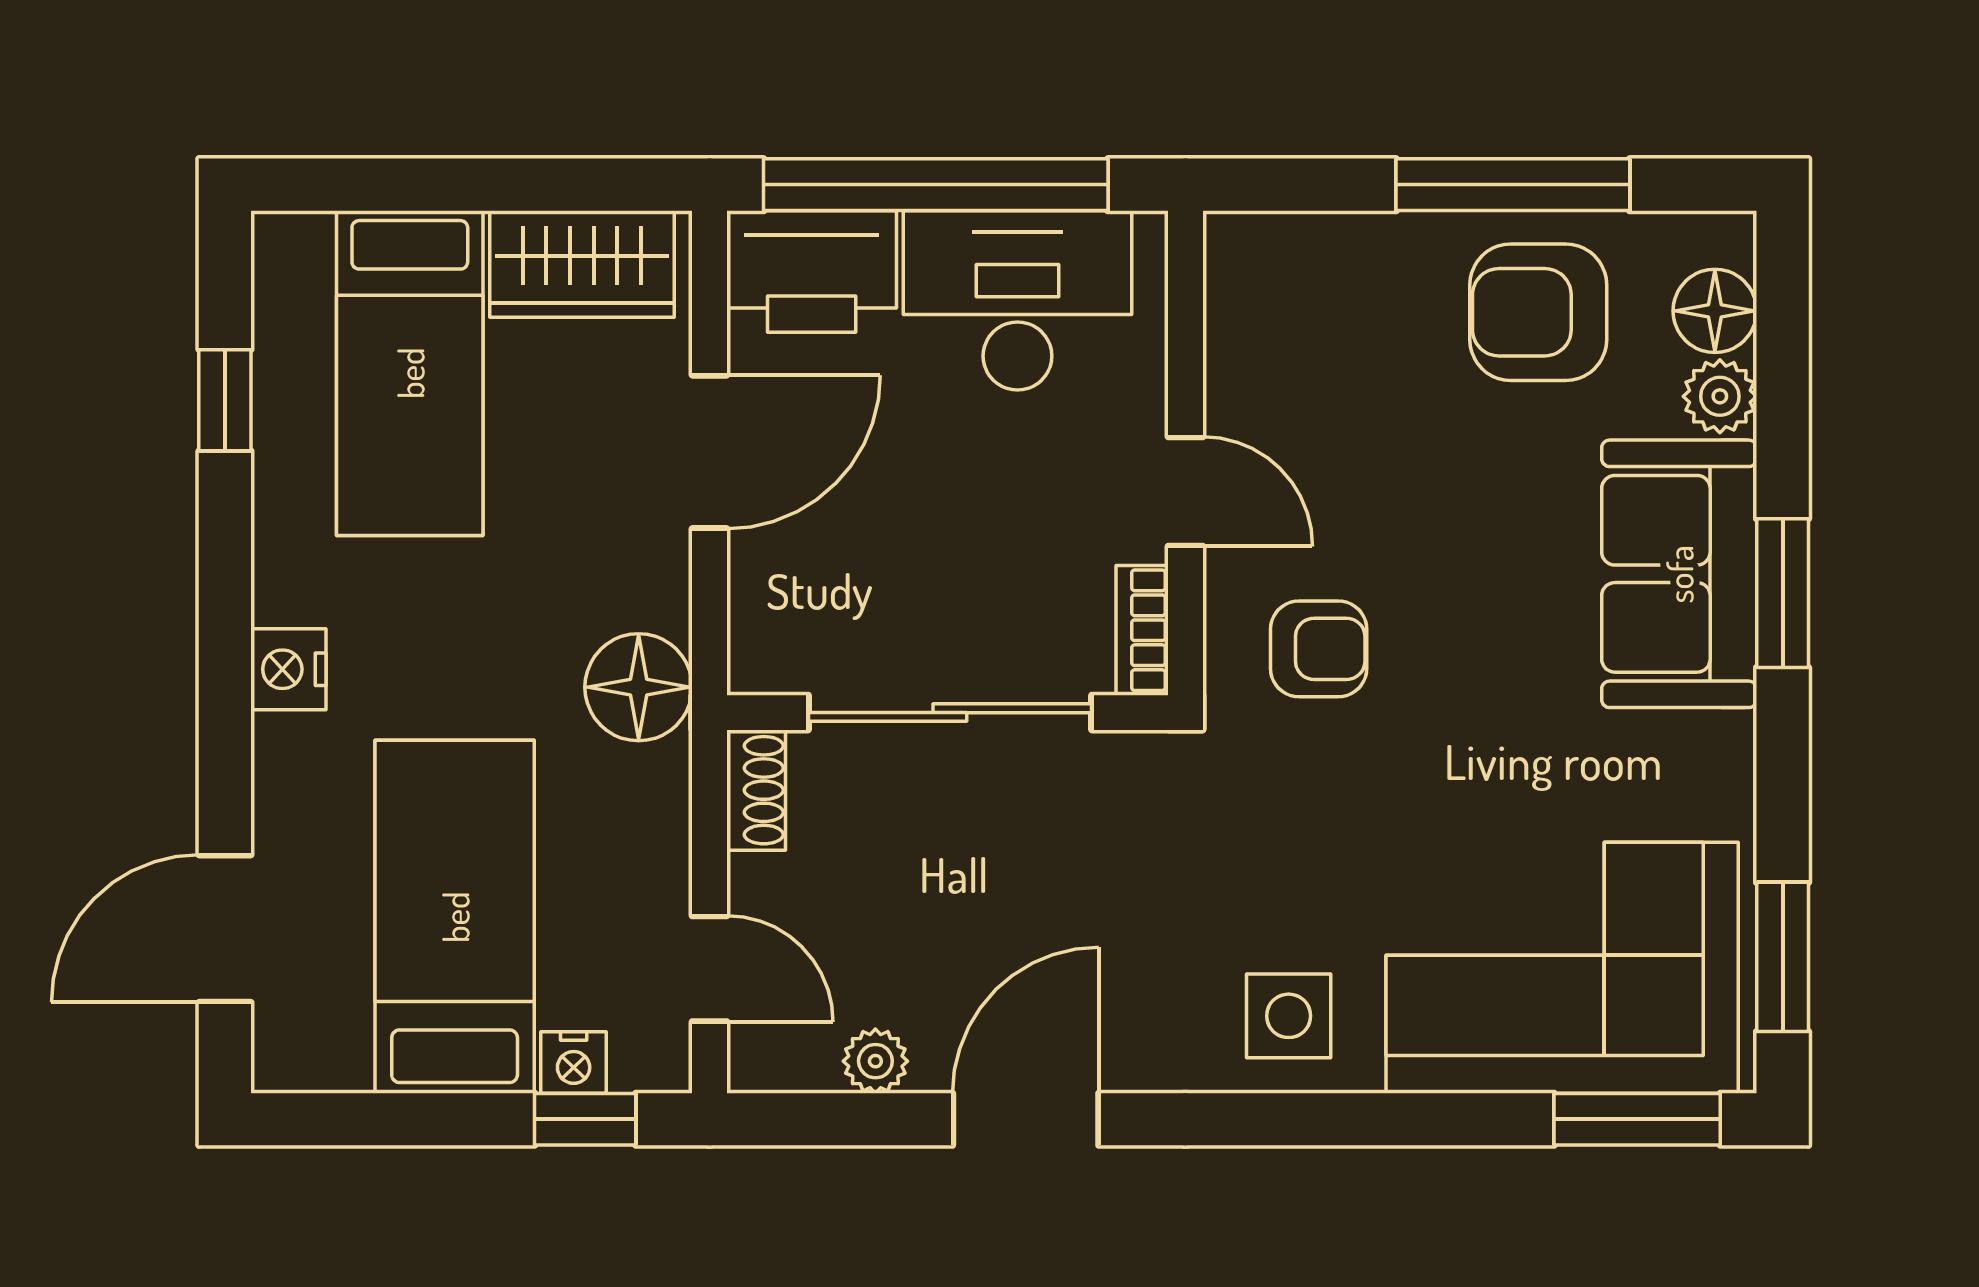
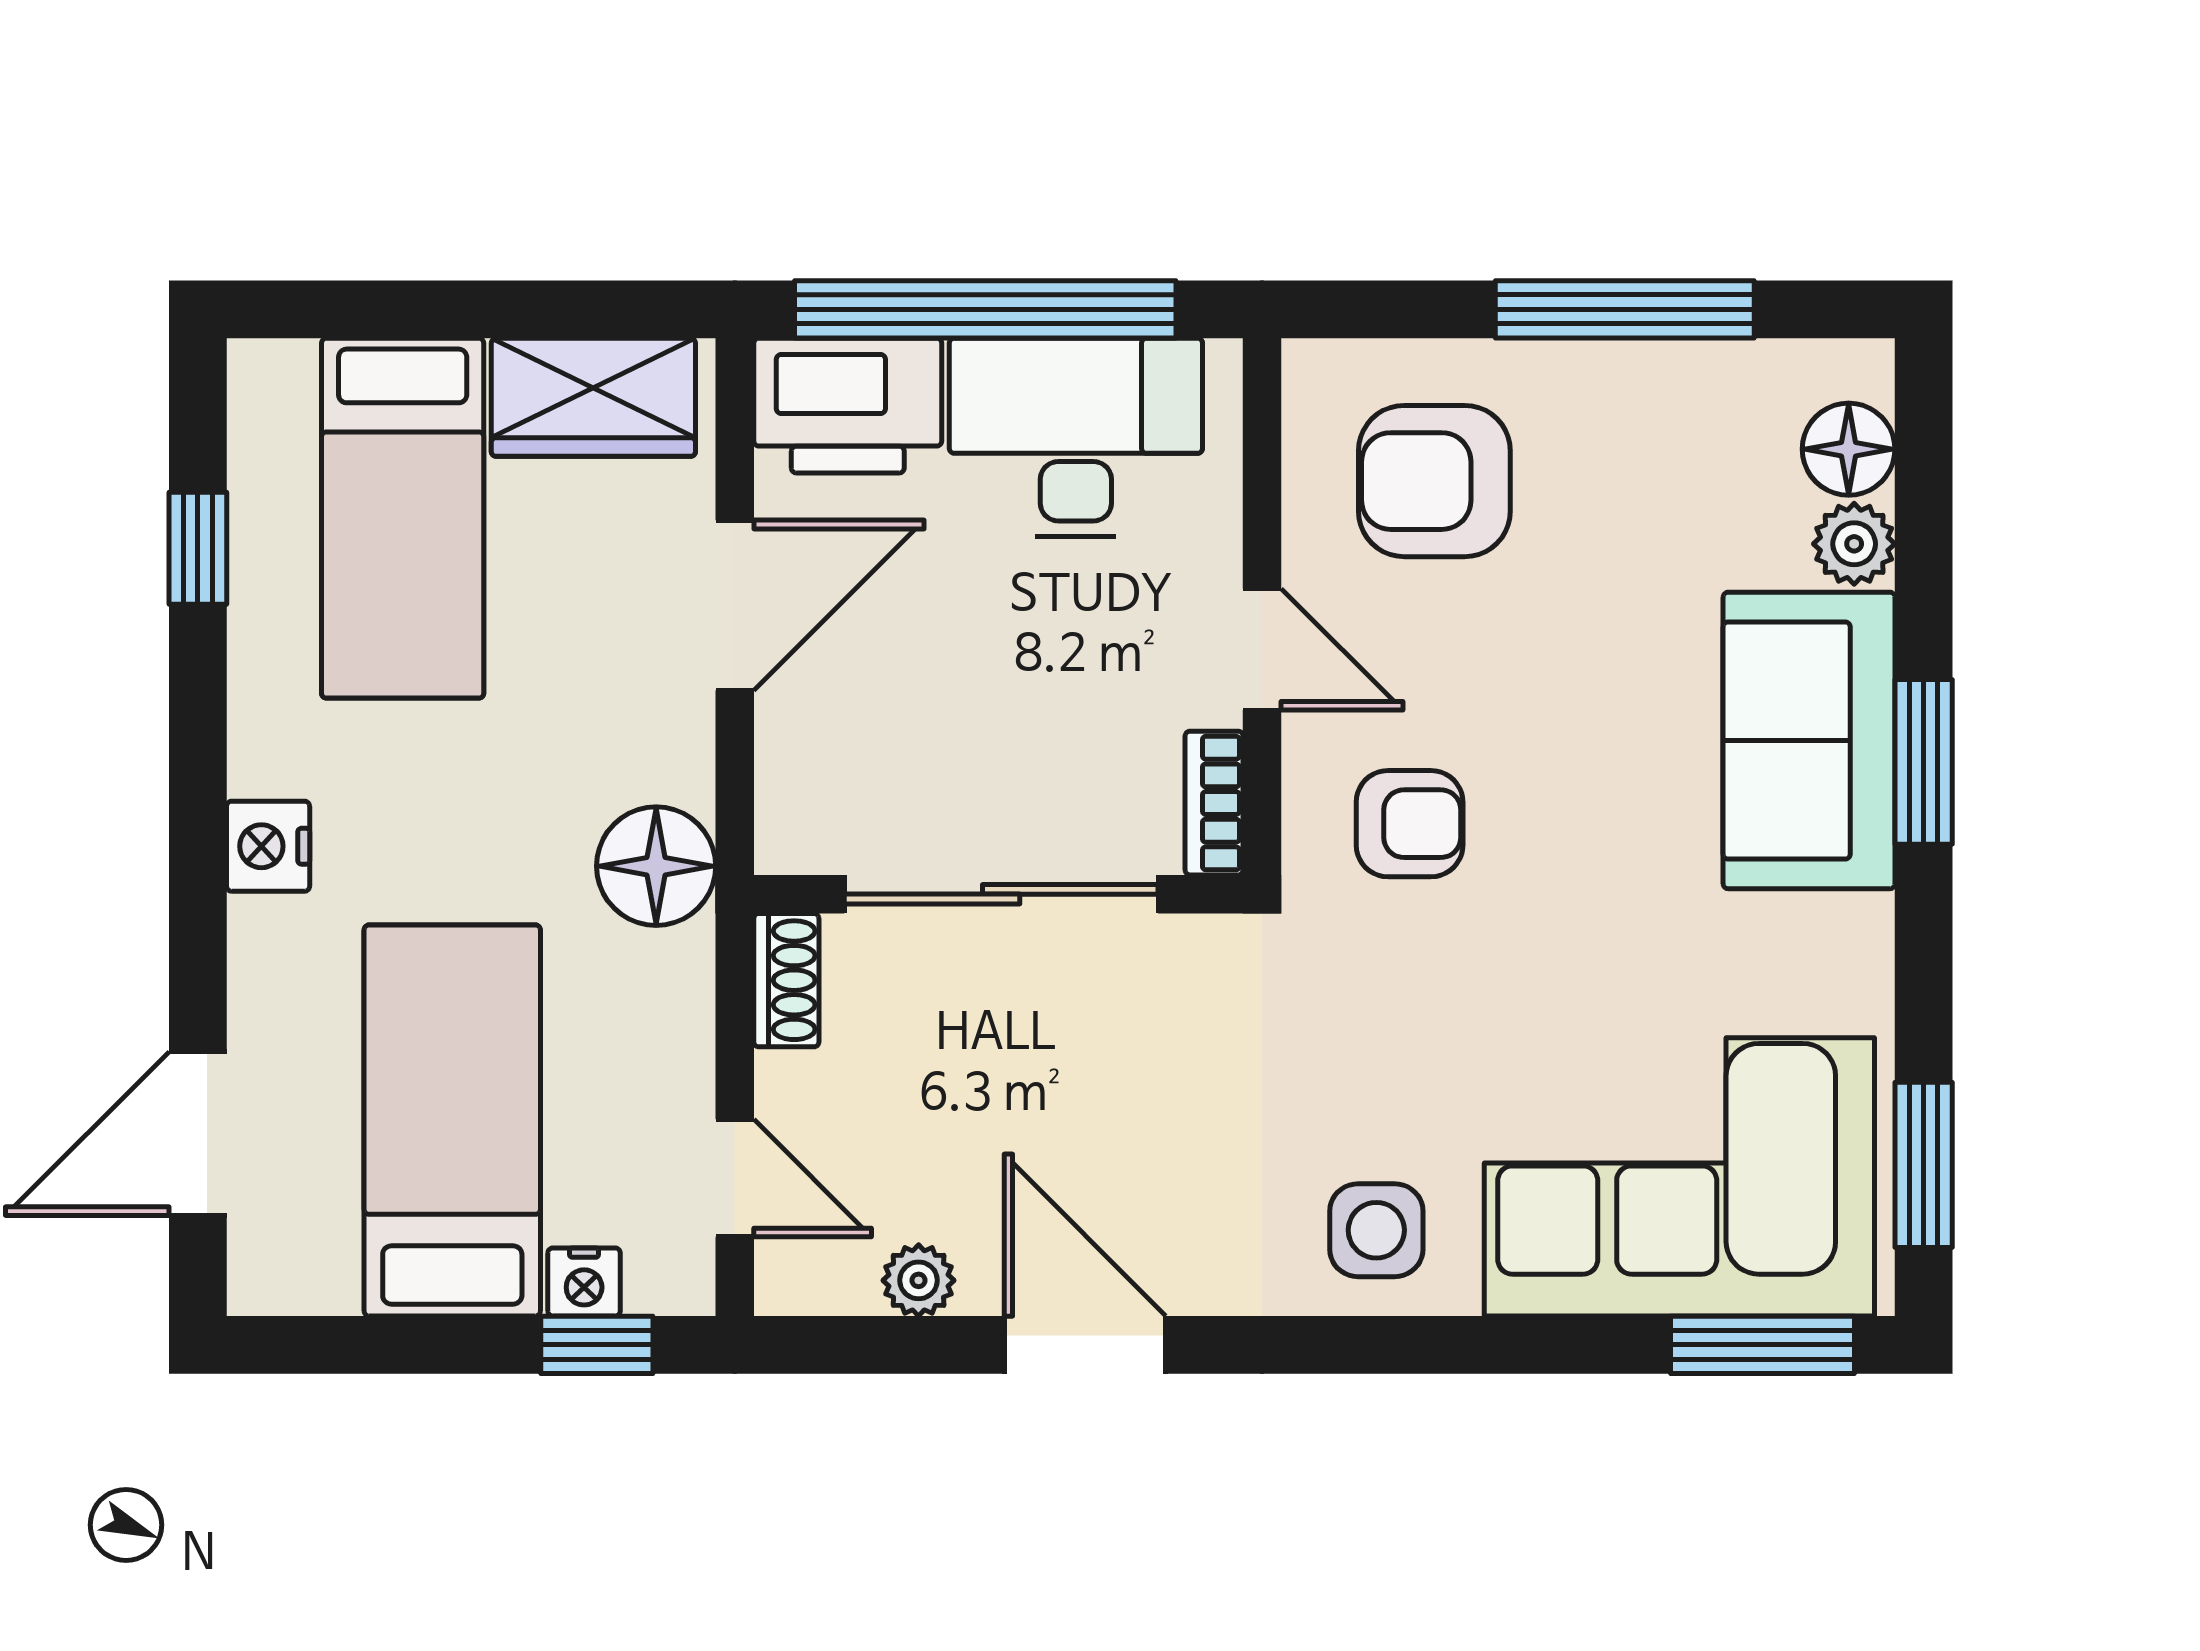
armchair: (1538, 312) -> (1434, 481), moved
door: (1026, 1119) -> (1085, 1345), hinge flipped

